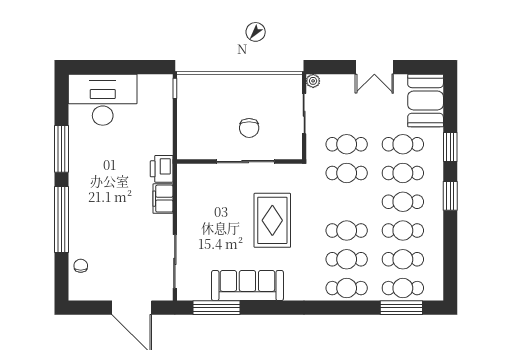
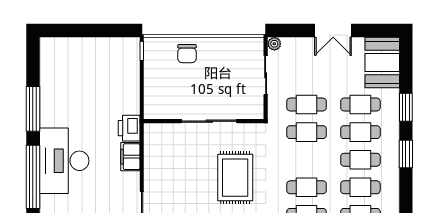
desk: (103, 100) -> (64, 161), moved, turned -90
chair: (249, 128) -> (187, 54), moved

